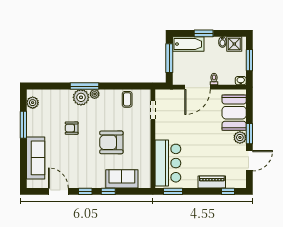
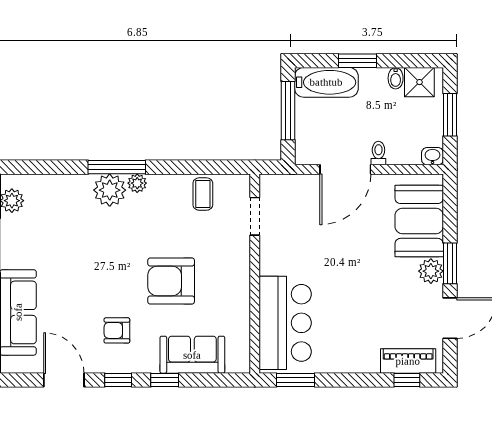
armchair: (72, 128) -> (117, 330), moved
piano: (212, 182) -> (408, 361), moved

